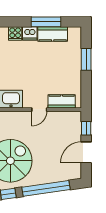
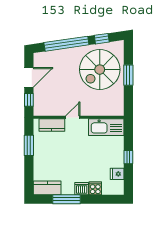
kitchen counter: (53, 34) -> (47, 188), moved
window: (86, 59) -> (29, 145), moved

